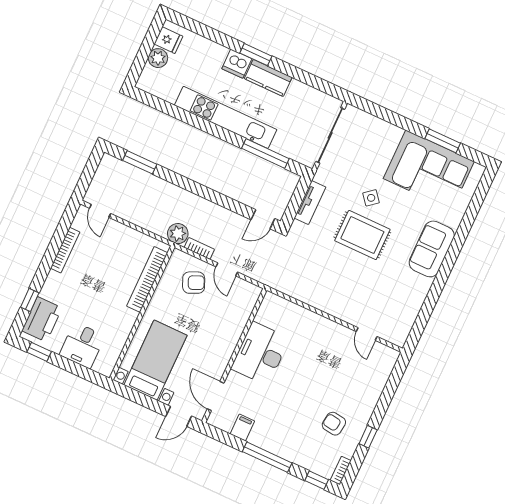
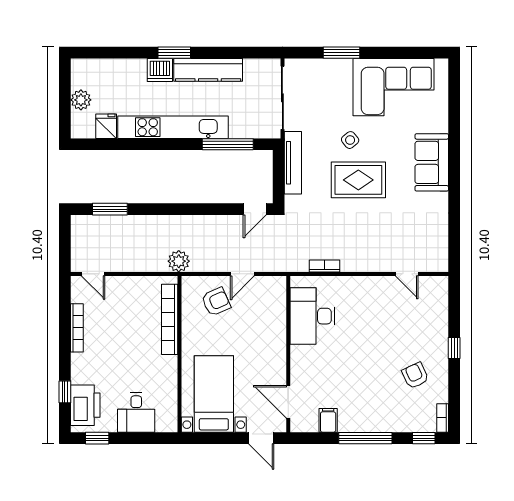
fridge: (168, 40) -> (106, 126), moved, turned -90
kitchen counter: (268, 78) -> (208, 70), width x1.50
window: (443, 141) -> (341, 53), moved
tv unit: (310, 202) -> (293, 163), width x1.41
bookcase: (199, 248) -> (324, 266), moved
door: (227, 269) -> (242, 274), hinge flipped
desk: (260, 353) -> (312, 316), moved
door: (179, 416) -> (261, 438), hinge flipped
armchair: (334, 424) -> (415, 376), turned 57
window: (368, 437) -> (454, 348), moved

